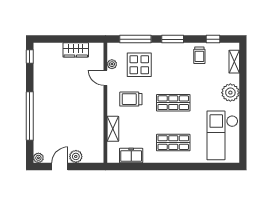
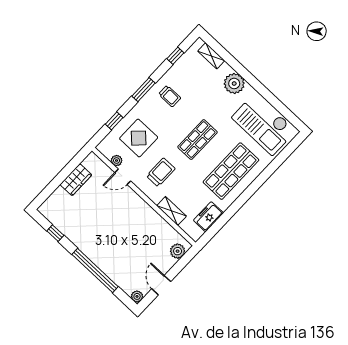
window: (135, 39) -> (114, 121), width x0.46
trolley: (199, 55) -> (170, 96), moved
window: (30, 56) -> (55, 233), moved
trolley: (131, 99) -> (161, 172), turned 180
shop shelf: (173, 143) -> (231, 171), width x1.43, depth x1.36
plant: (76, 156) -> (178, 251), moved

